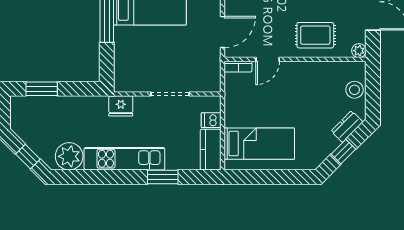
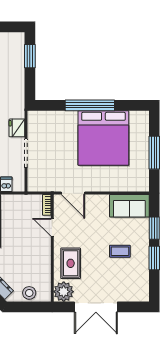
plant: (359, 51) -> (64, 292), width x1.88, depth x1.88
fridge: (121, 106) -> (17, 128), moved

